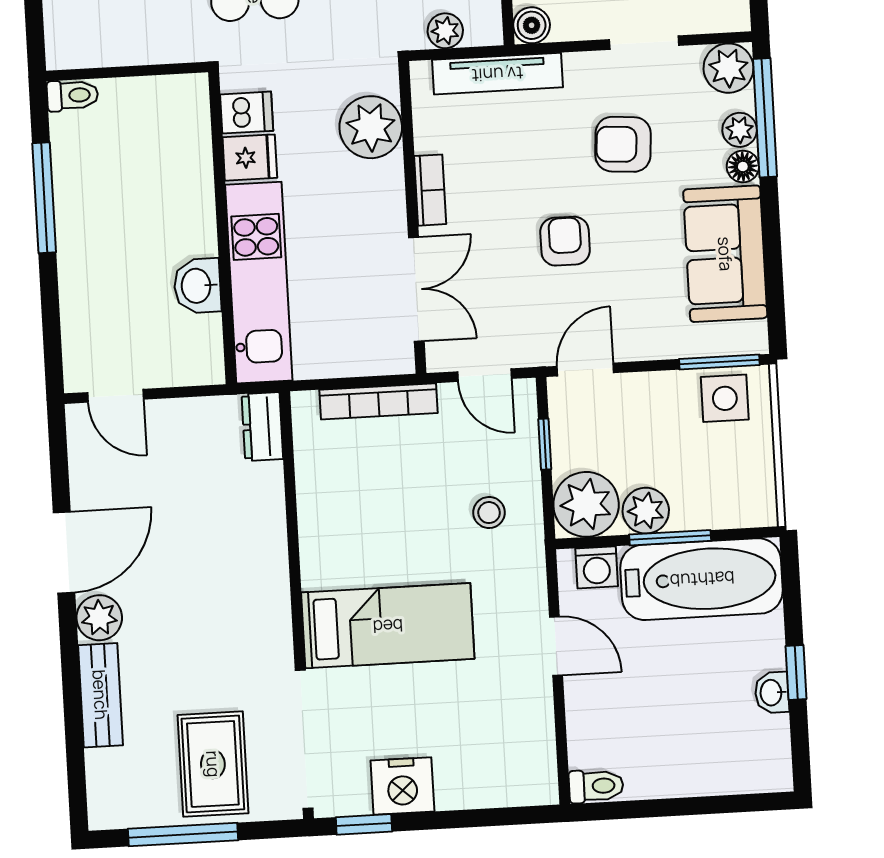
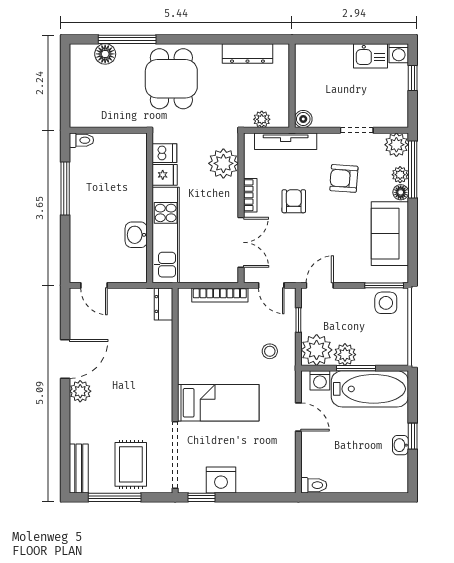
armchair: (565, 241) -> (294, 201), moved
bench: (100, 695) -> (79, 468), moved

